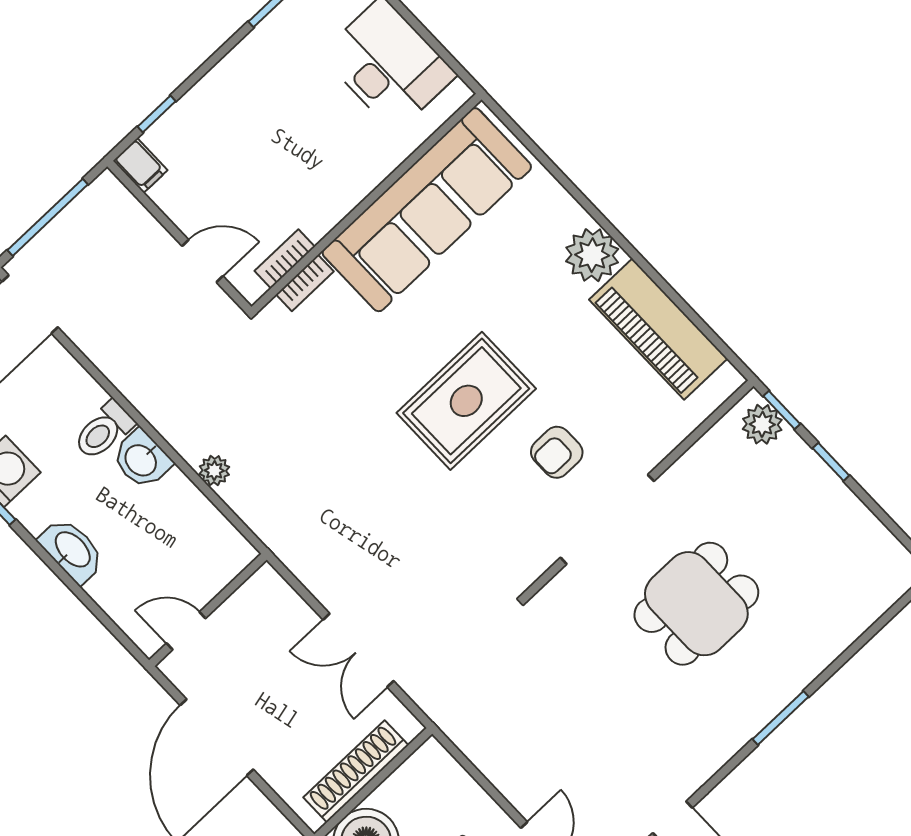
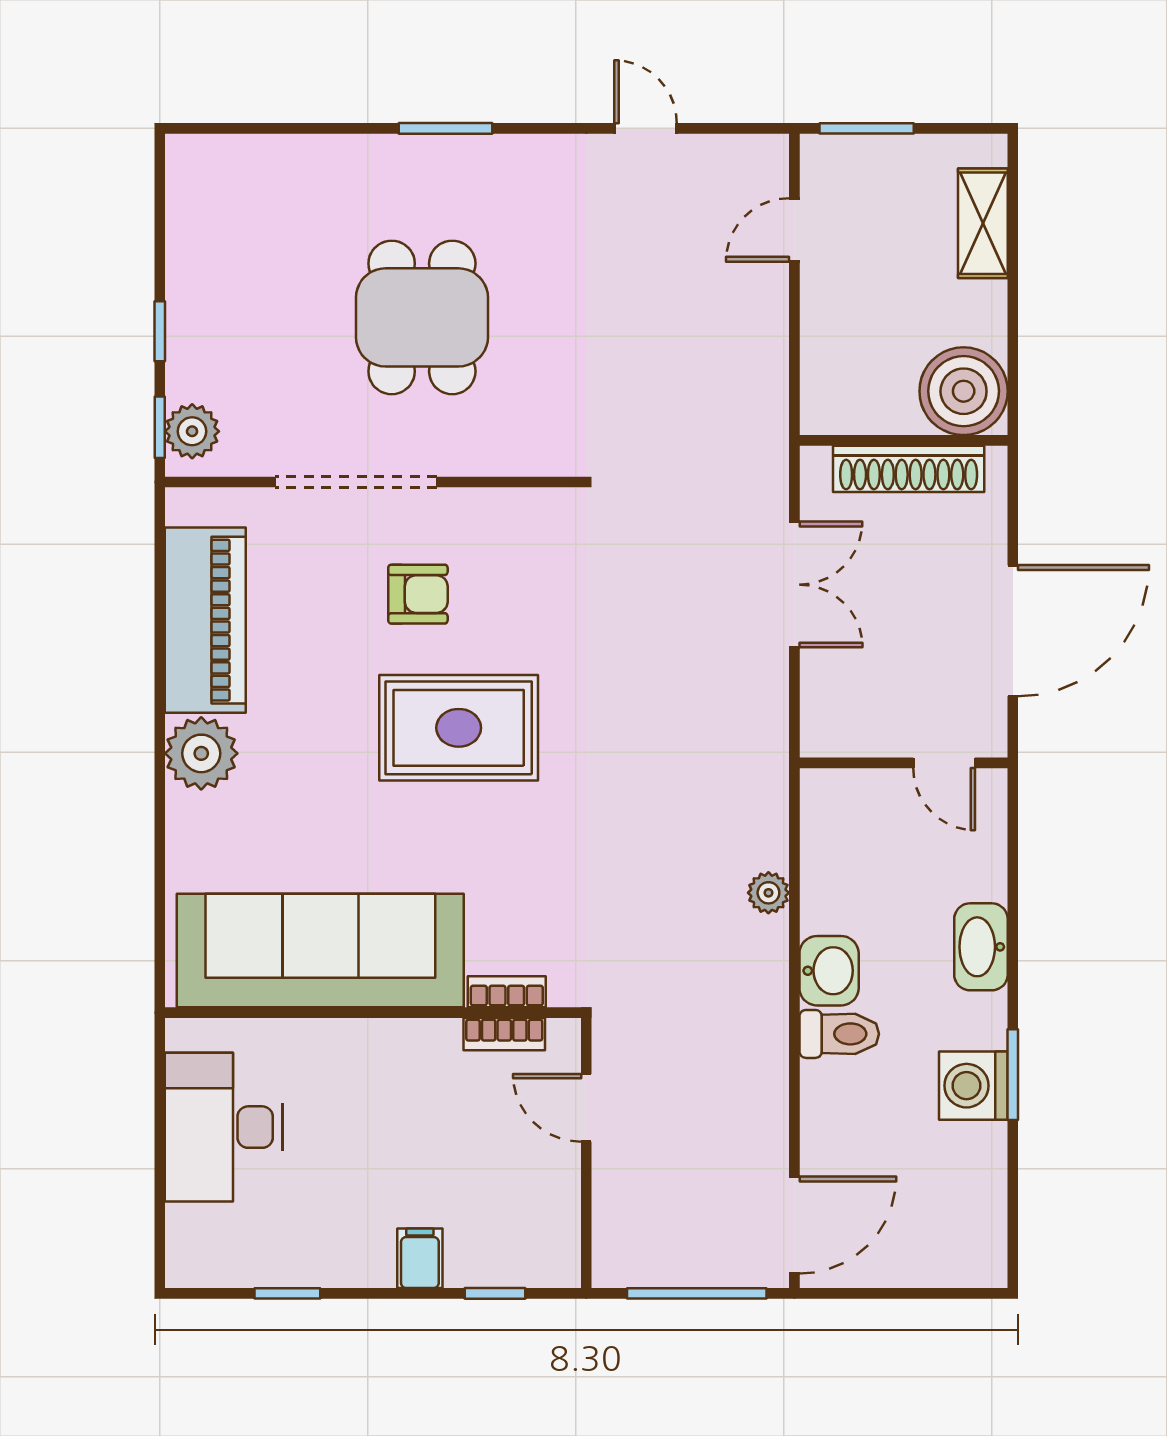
filing cabinet: (140, 166) -> (420, 1258), moved
doorway: (607, 519) -> (356, 482), moved
dining table: (696, 604) -> (422, 317), turned 90

